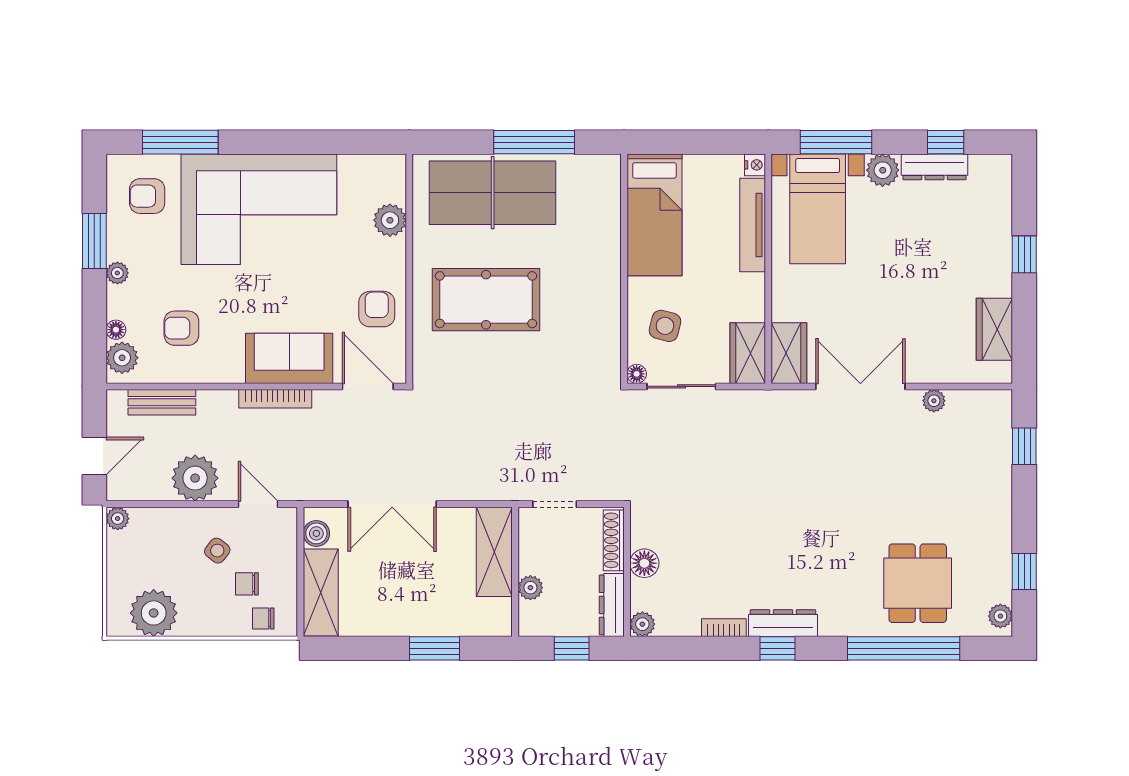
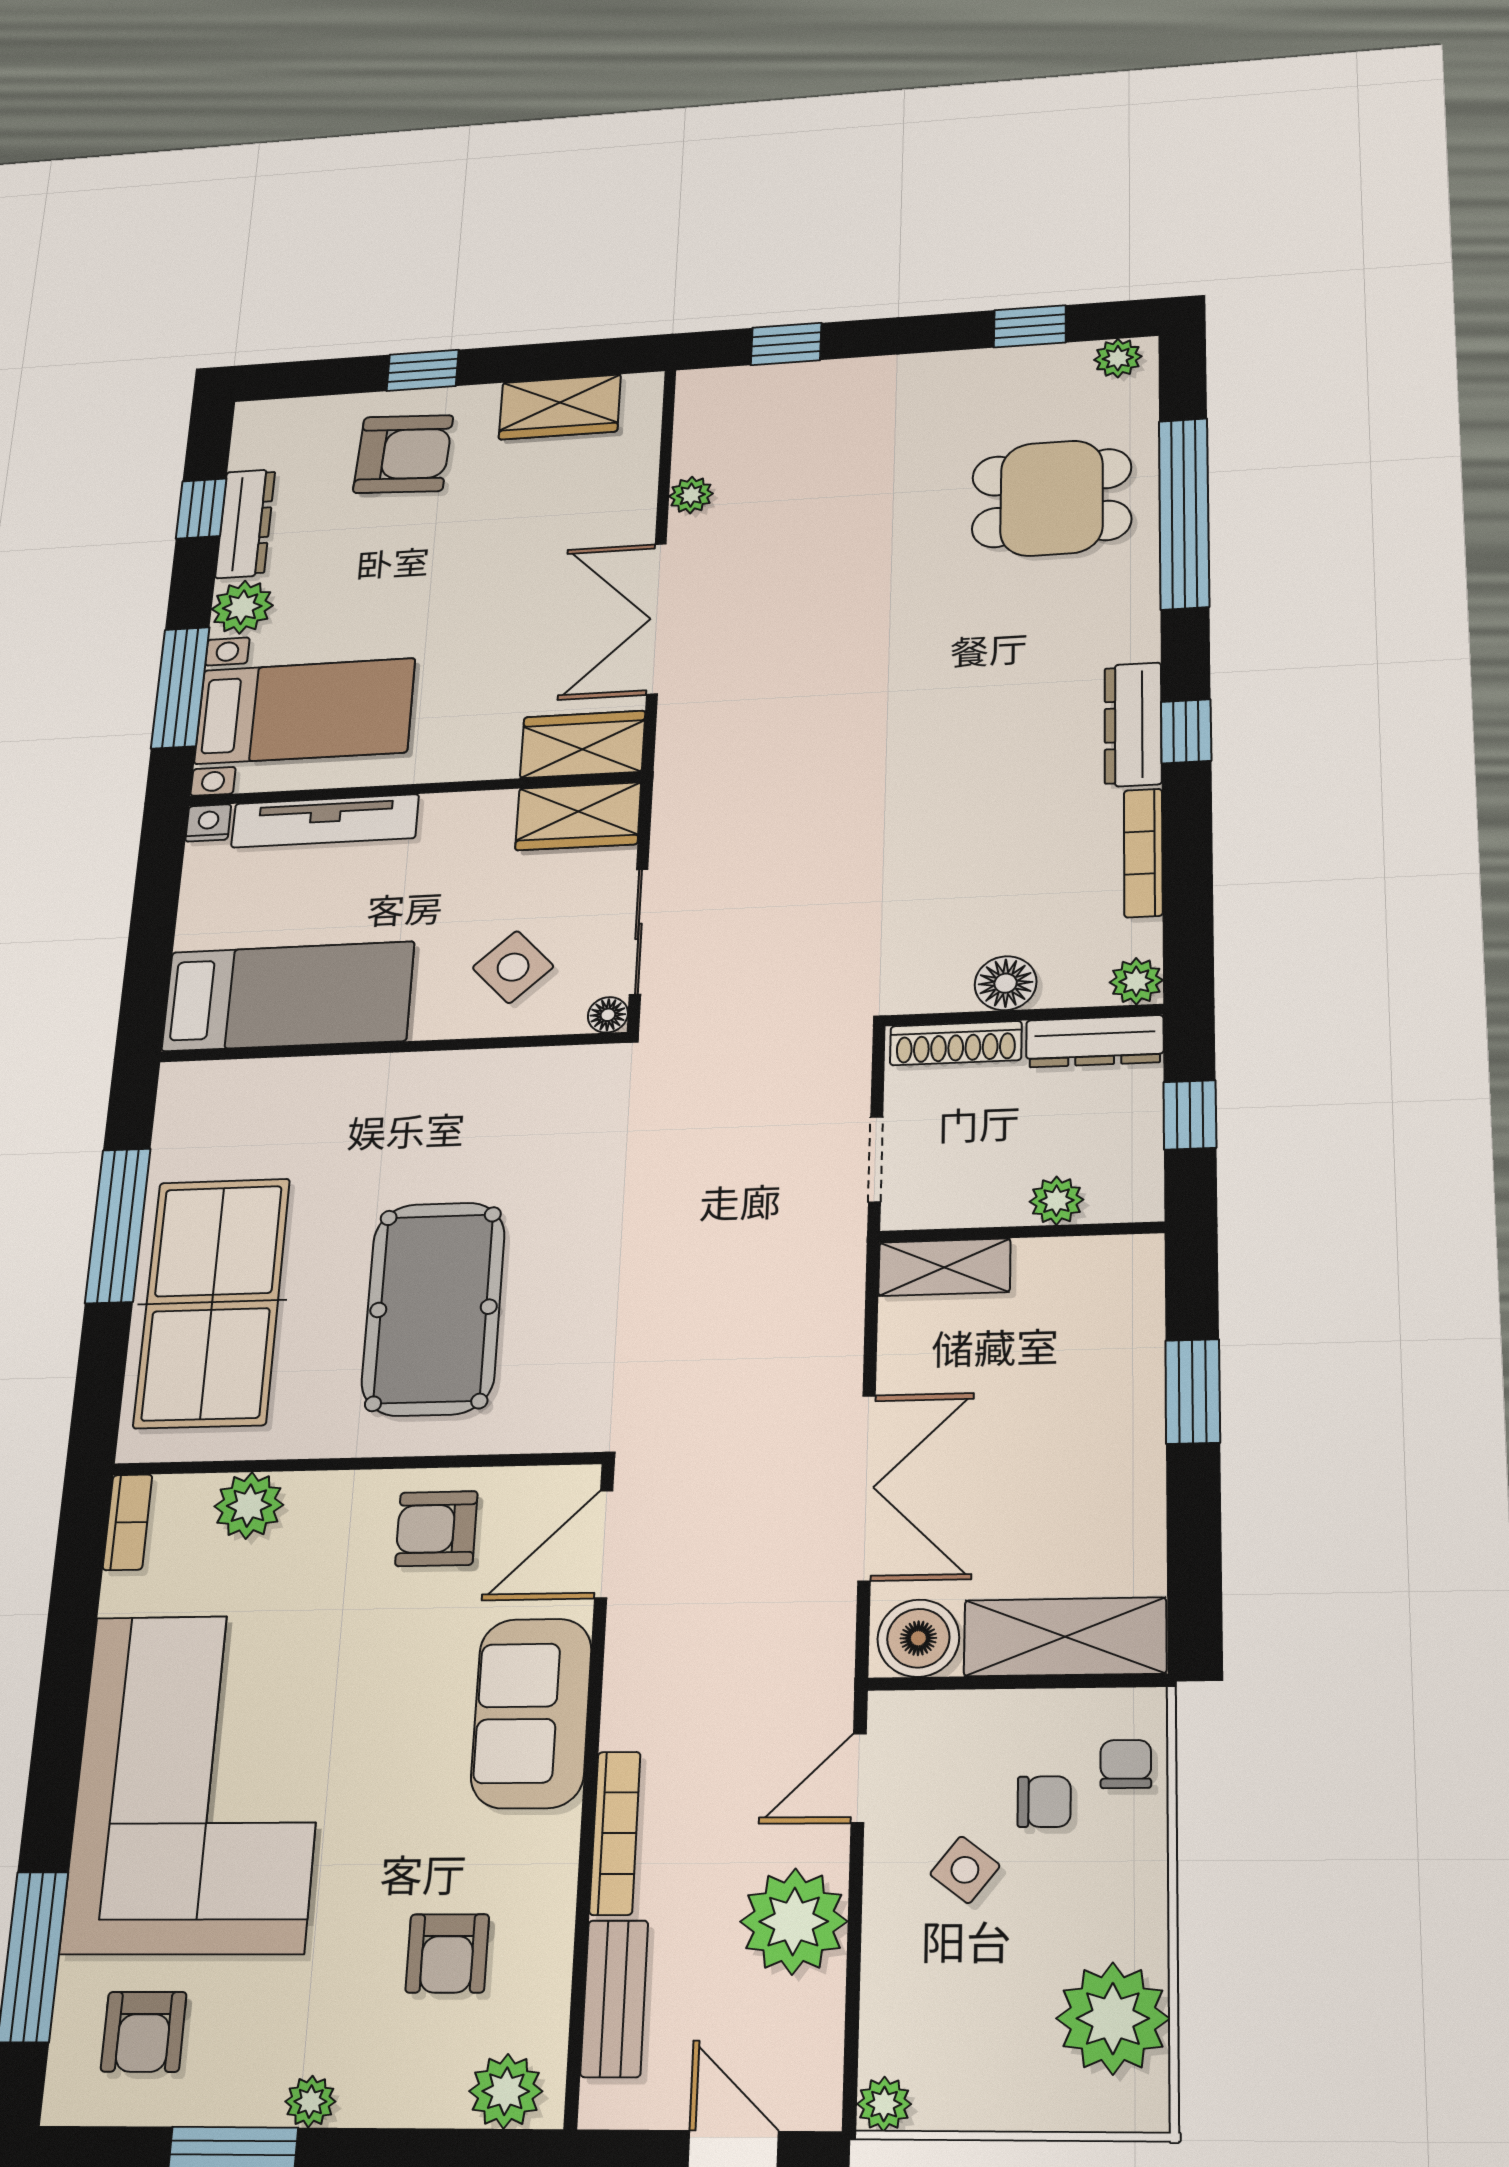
bookcase: (383, 163) -> (128, 1522), added
armchair: (972, 248) -> (403, 454), added
side table: (665, 326) -> (513, 967), turned 33
floor lamp: (116, 330) -> (440, 2105), removed
bookcase: (275, 399) -> (615, 1833), moved
boiler: (316, 533) -> (918, 1638), width x1.36, depth x1.36
shelving: (494, 552) -> (944, 1267), width x0.67, depth x0.75
chair: (247, 584) -> (1044, 1802), turned -90
chair: (263, 619) -> (1126, 1764), turned 180
bookcase: (724, 628) -> (1143, 853), width x1.56

